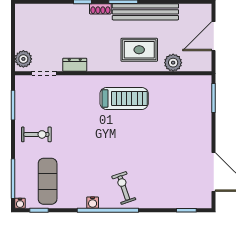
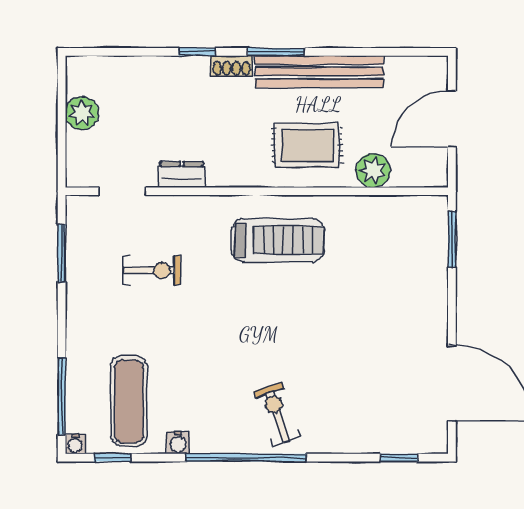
plant: (23, 59) -> (82, 113), moved
exercise bike: (36, 134) -> (152, 270), moved
water cooler: (93, 203) -> (178, 443), moved

